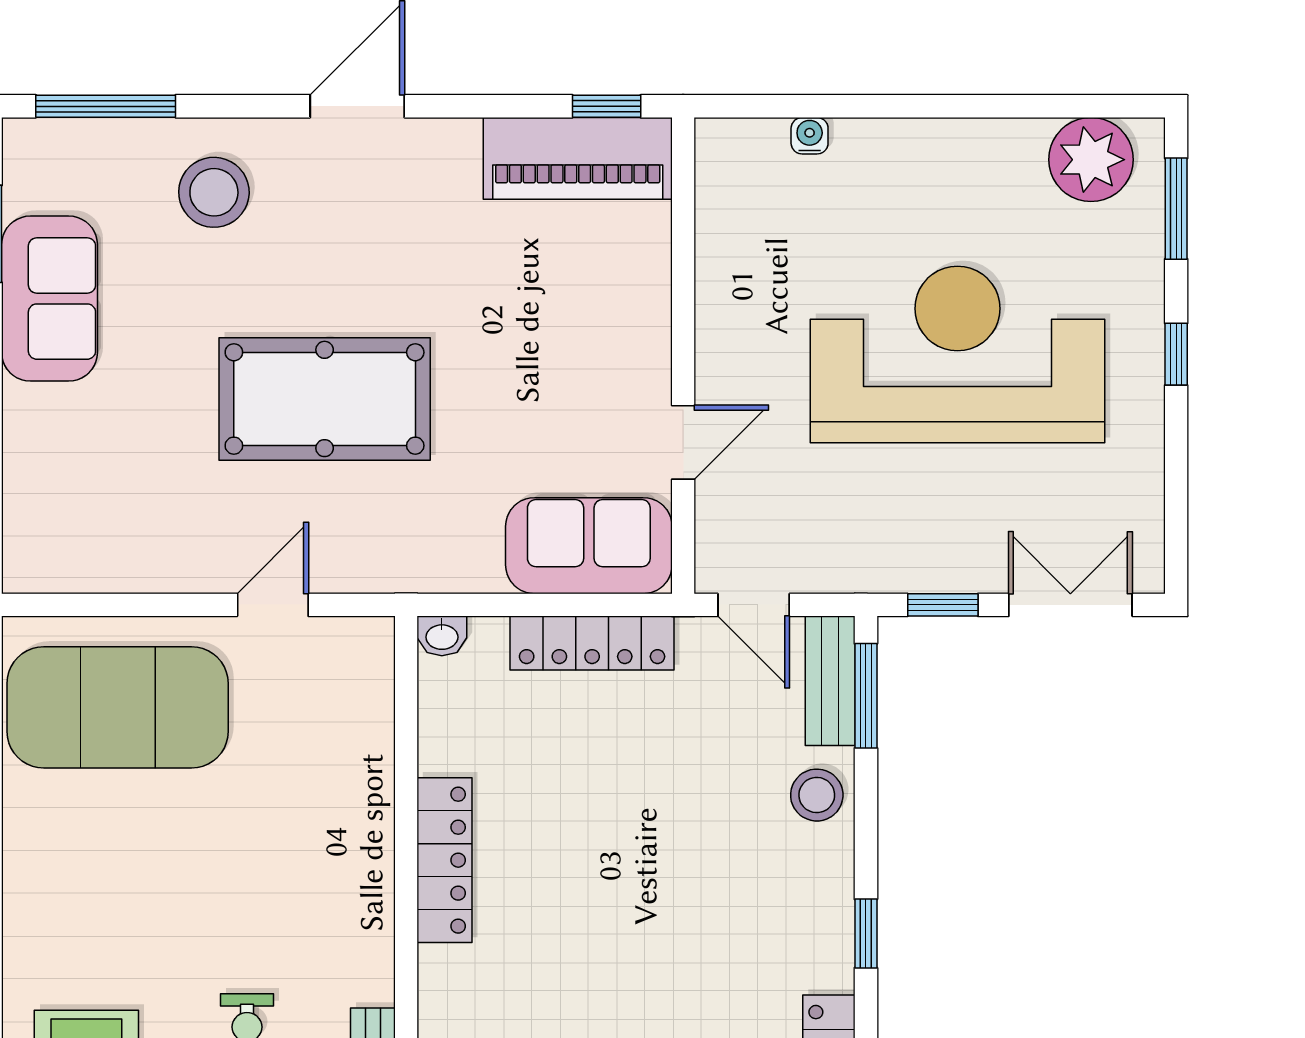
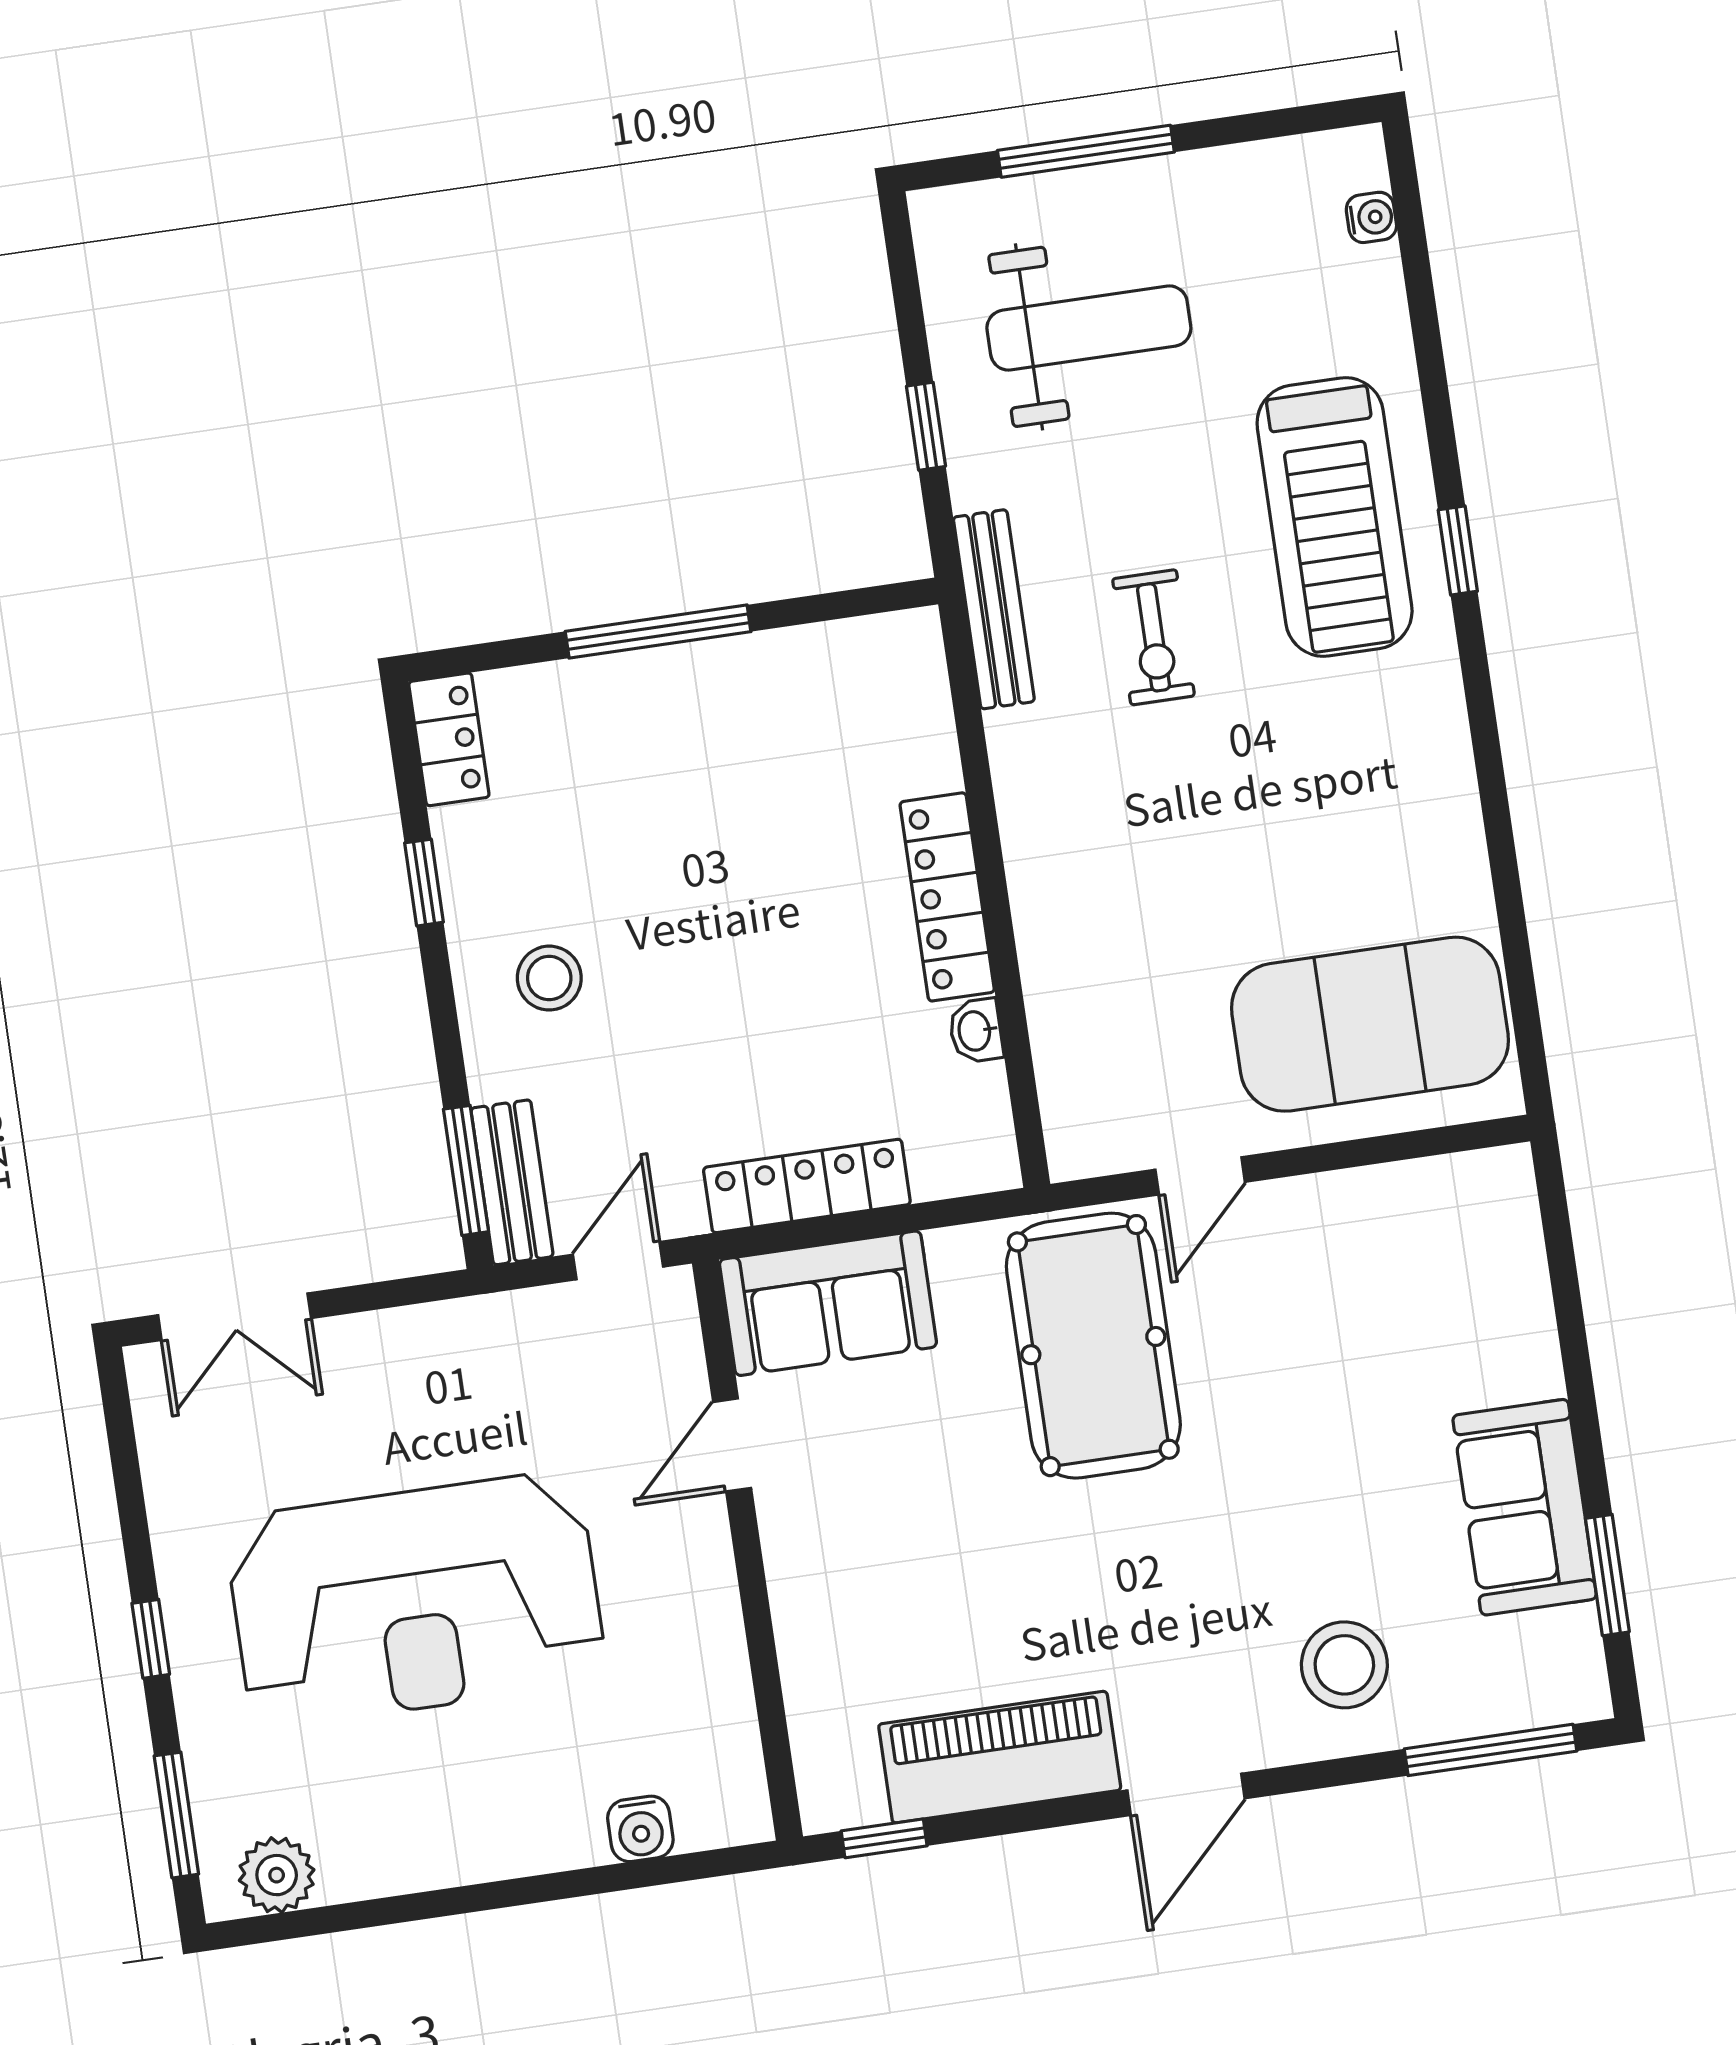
water cooler: (810, 136) -> (640, 1829), width x1.38, depth x1.38
piano: (578, 158) -> (1000, 1757), moved
plant: (1091, 160) -> (277, 1875), width x0.73, depth x0.73
pool table: (325, 399) -> (1093, 1346), moved, turned 90
door: (754, 605) -> (618, 1261), hinge flipped
window: (943, 605) -> (389, 1294), removed
washbasin: (442, 636) -> (976, 1031), moved, turned -90
stool: (817, 795) -> (549, 978), moved

